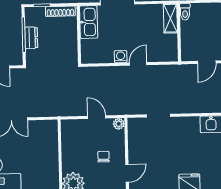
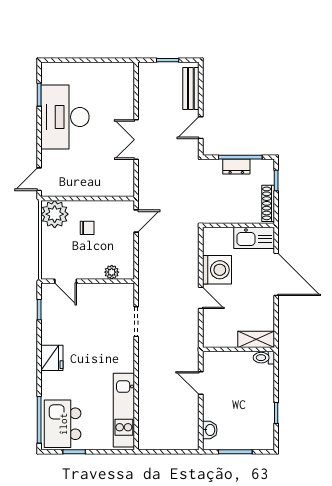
washing machine: (121, 57) -> (217, 270), width x1.89, depth x1.89
door: (97, 117) -> (136, 221), moved
plant: (119, 124) -> (112, 272), moved
chair: (103, 157) -> (87, 228), moved

